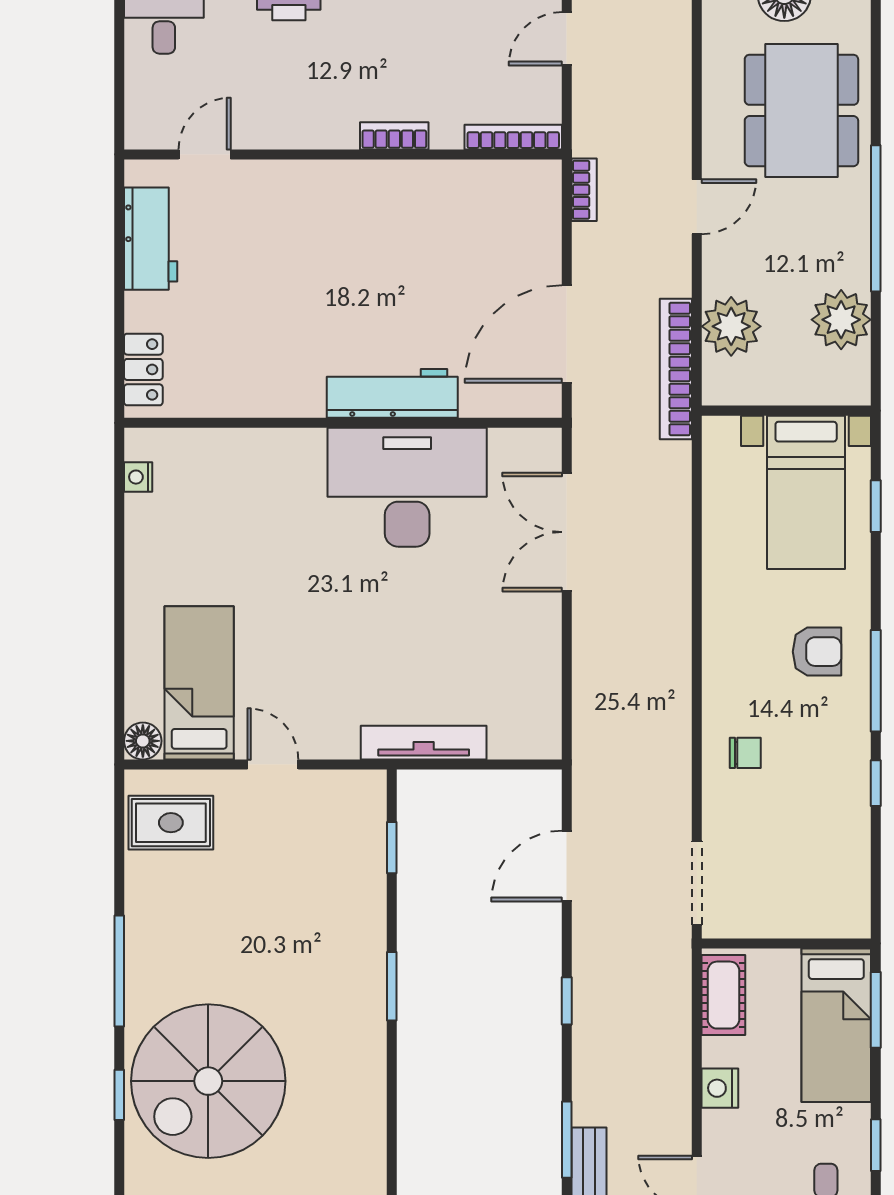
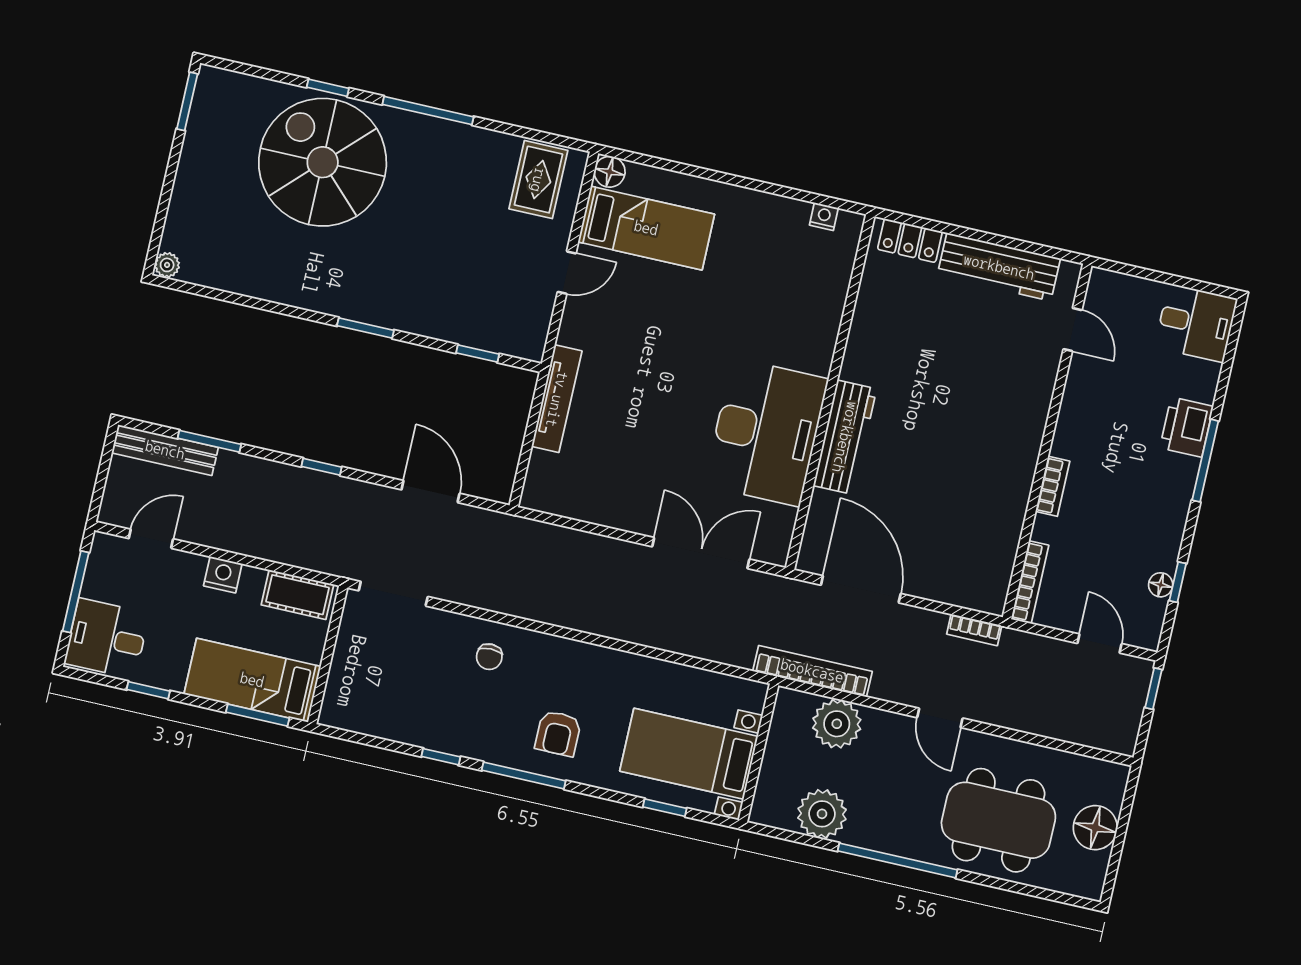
workbench: (151, 239) -> (999, 267), width x1.37

